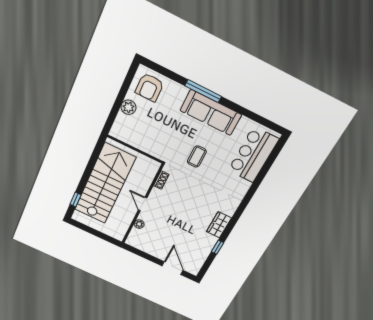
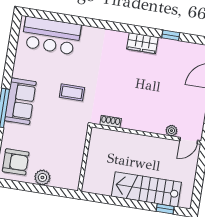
sofa: (211, 113) -> (20, 101), width x0.73
stairs: (105, 184) -> (146, 189), width x0.73, depth x0.66
door: (143, 204) -> (189, 141), moved

